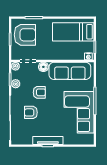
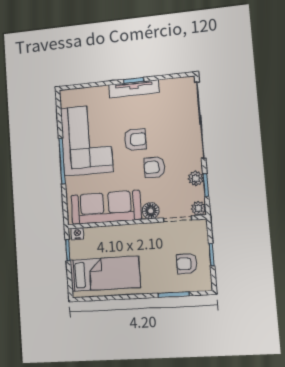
armchair: (25, 35) -> (187, 264), width x0.53, depth x0.53
armchair: (31, 112) -> (135, 140), moved

